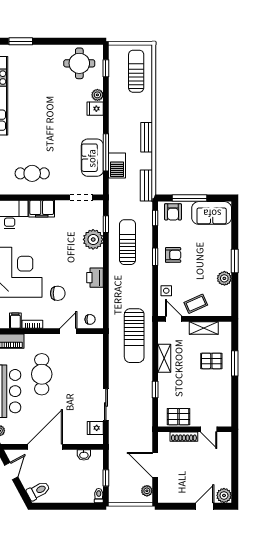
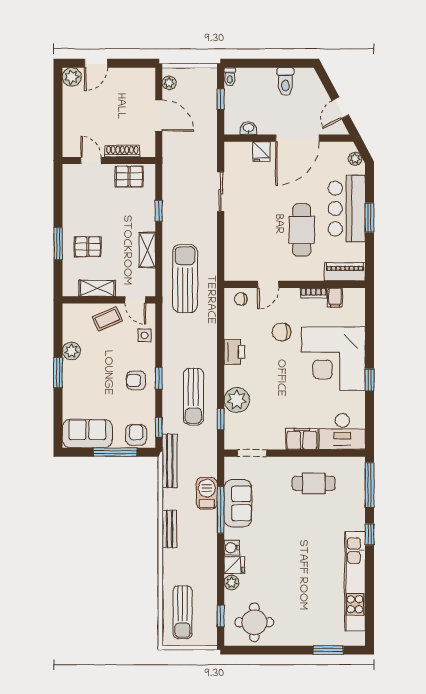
water cooler: (97, 122) -> (232, 548), added
bench: (146, 186) -> (170, 461), width x1.36
fridge: (95, 428) -> (261, 152), moved, turned 90
toilet: (38, 491) -> (285, 82), moved, turned -62

